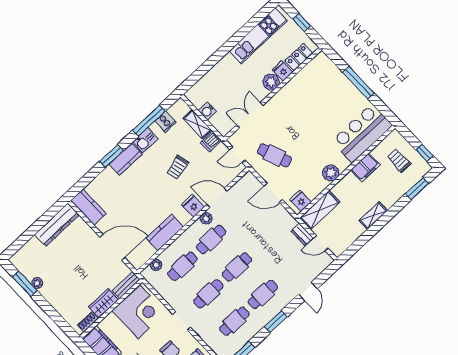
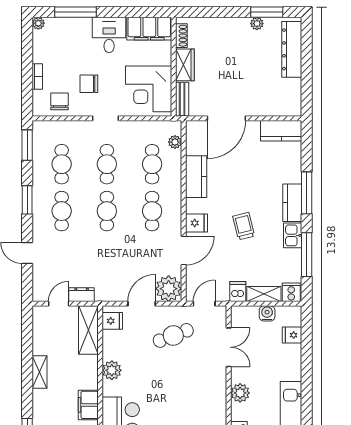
fridge: (282, 71) -> (292, 335), moved, turned 180
cooker: (166, 121) -> (291, 292), moved, turned 90
window: (112, 156) -> (307, 193), width x1.44
trolley: (178, 167) -> (244, 226), moved
plant: (206, 218) -> (169, 289), moved, width x1.88, depth x1.88
dresser: (57, 225) -> (292, 49), moved

